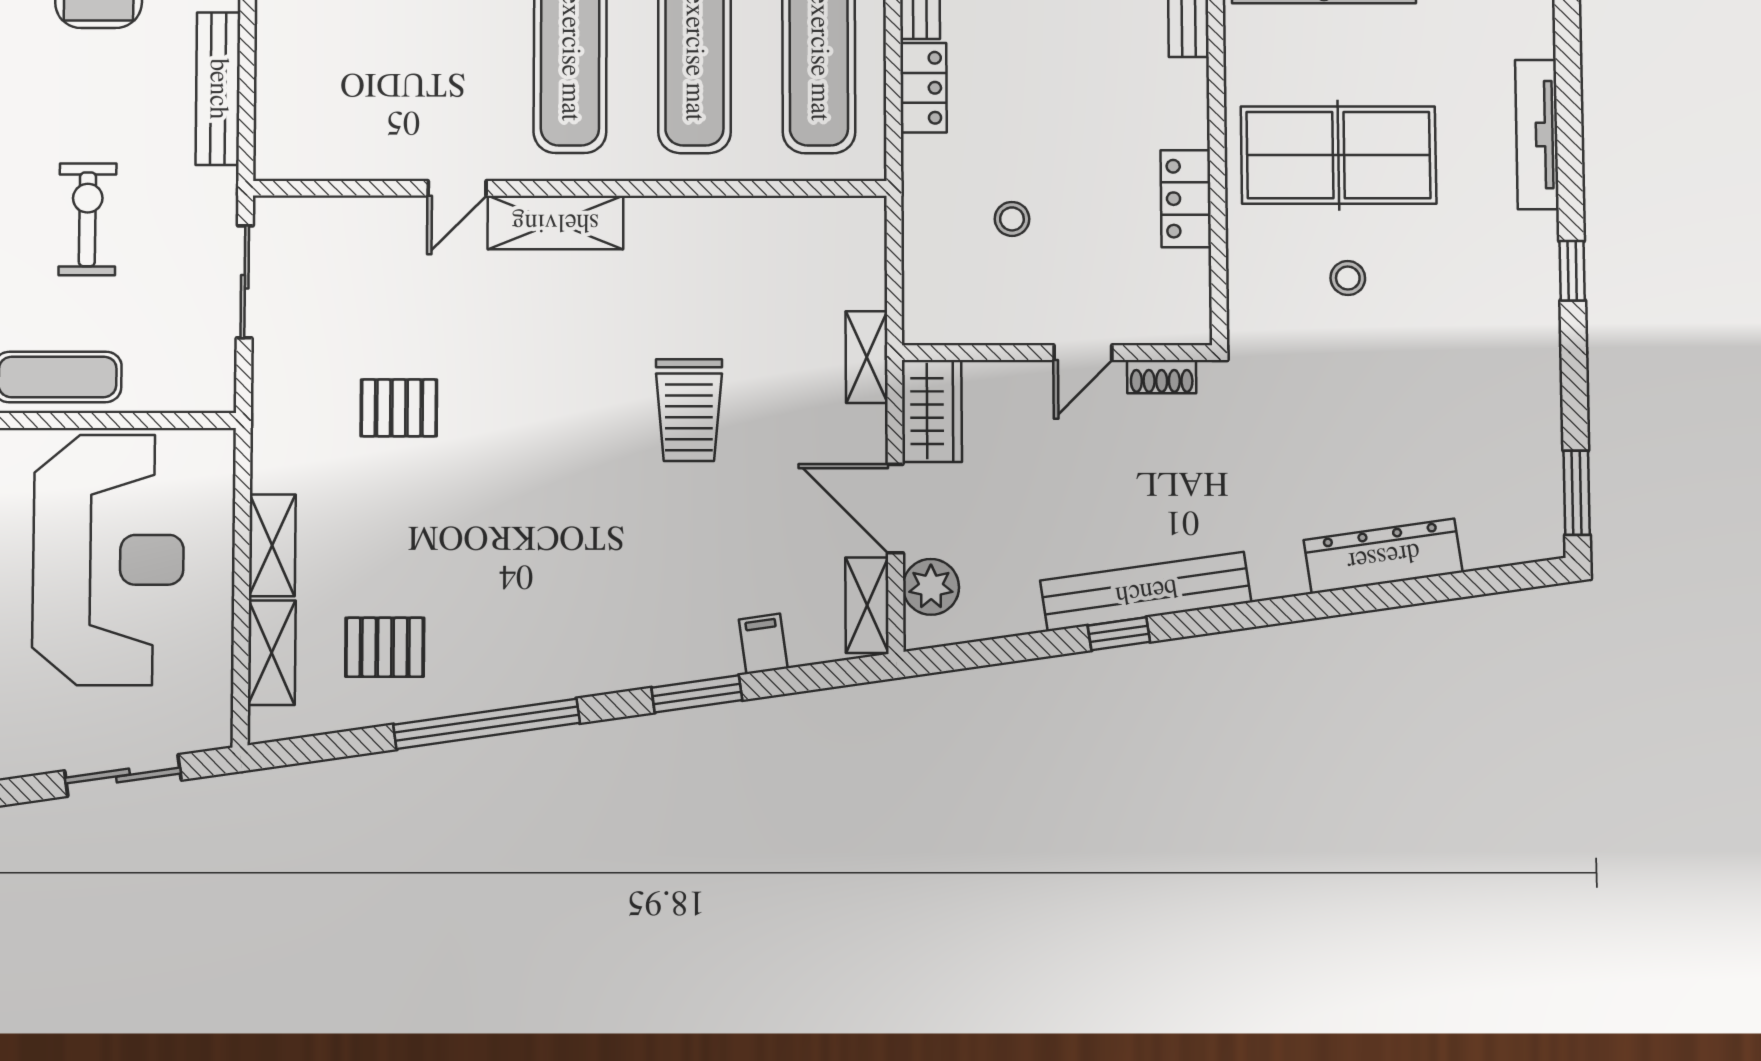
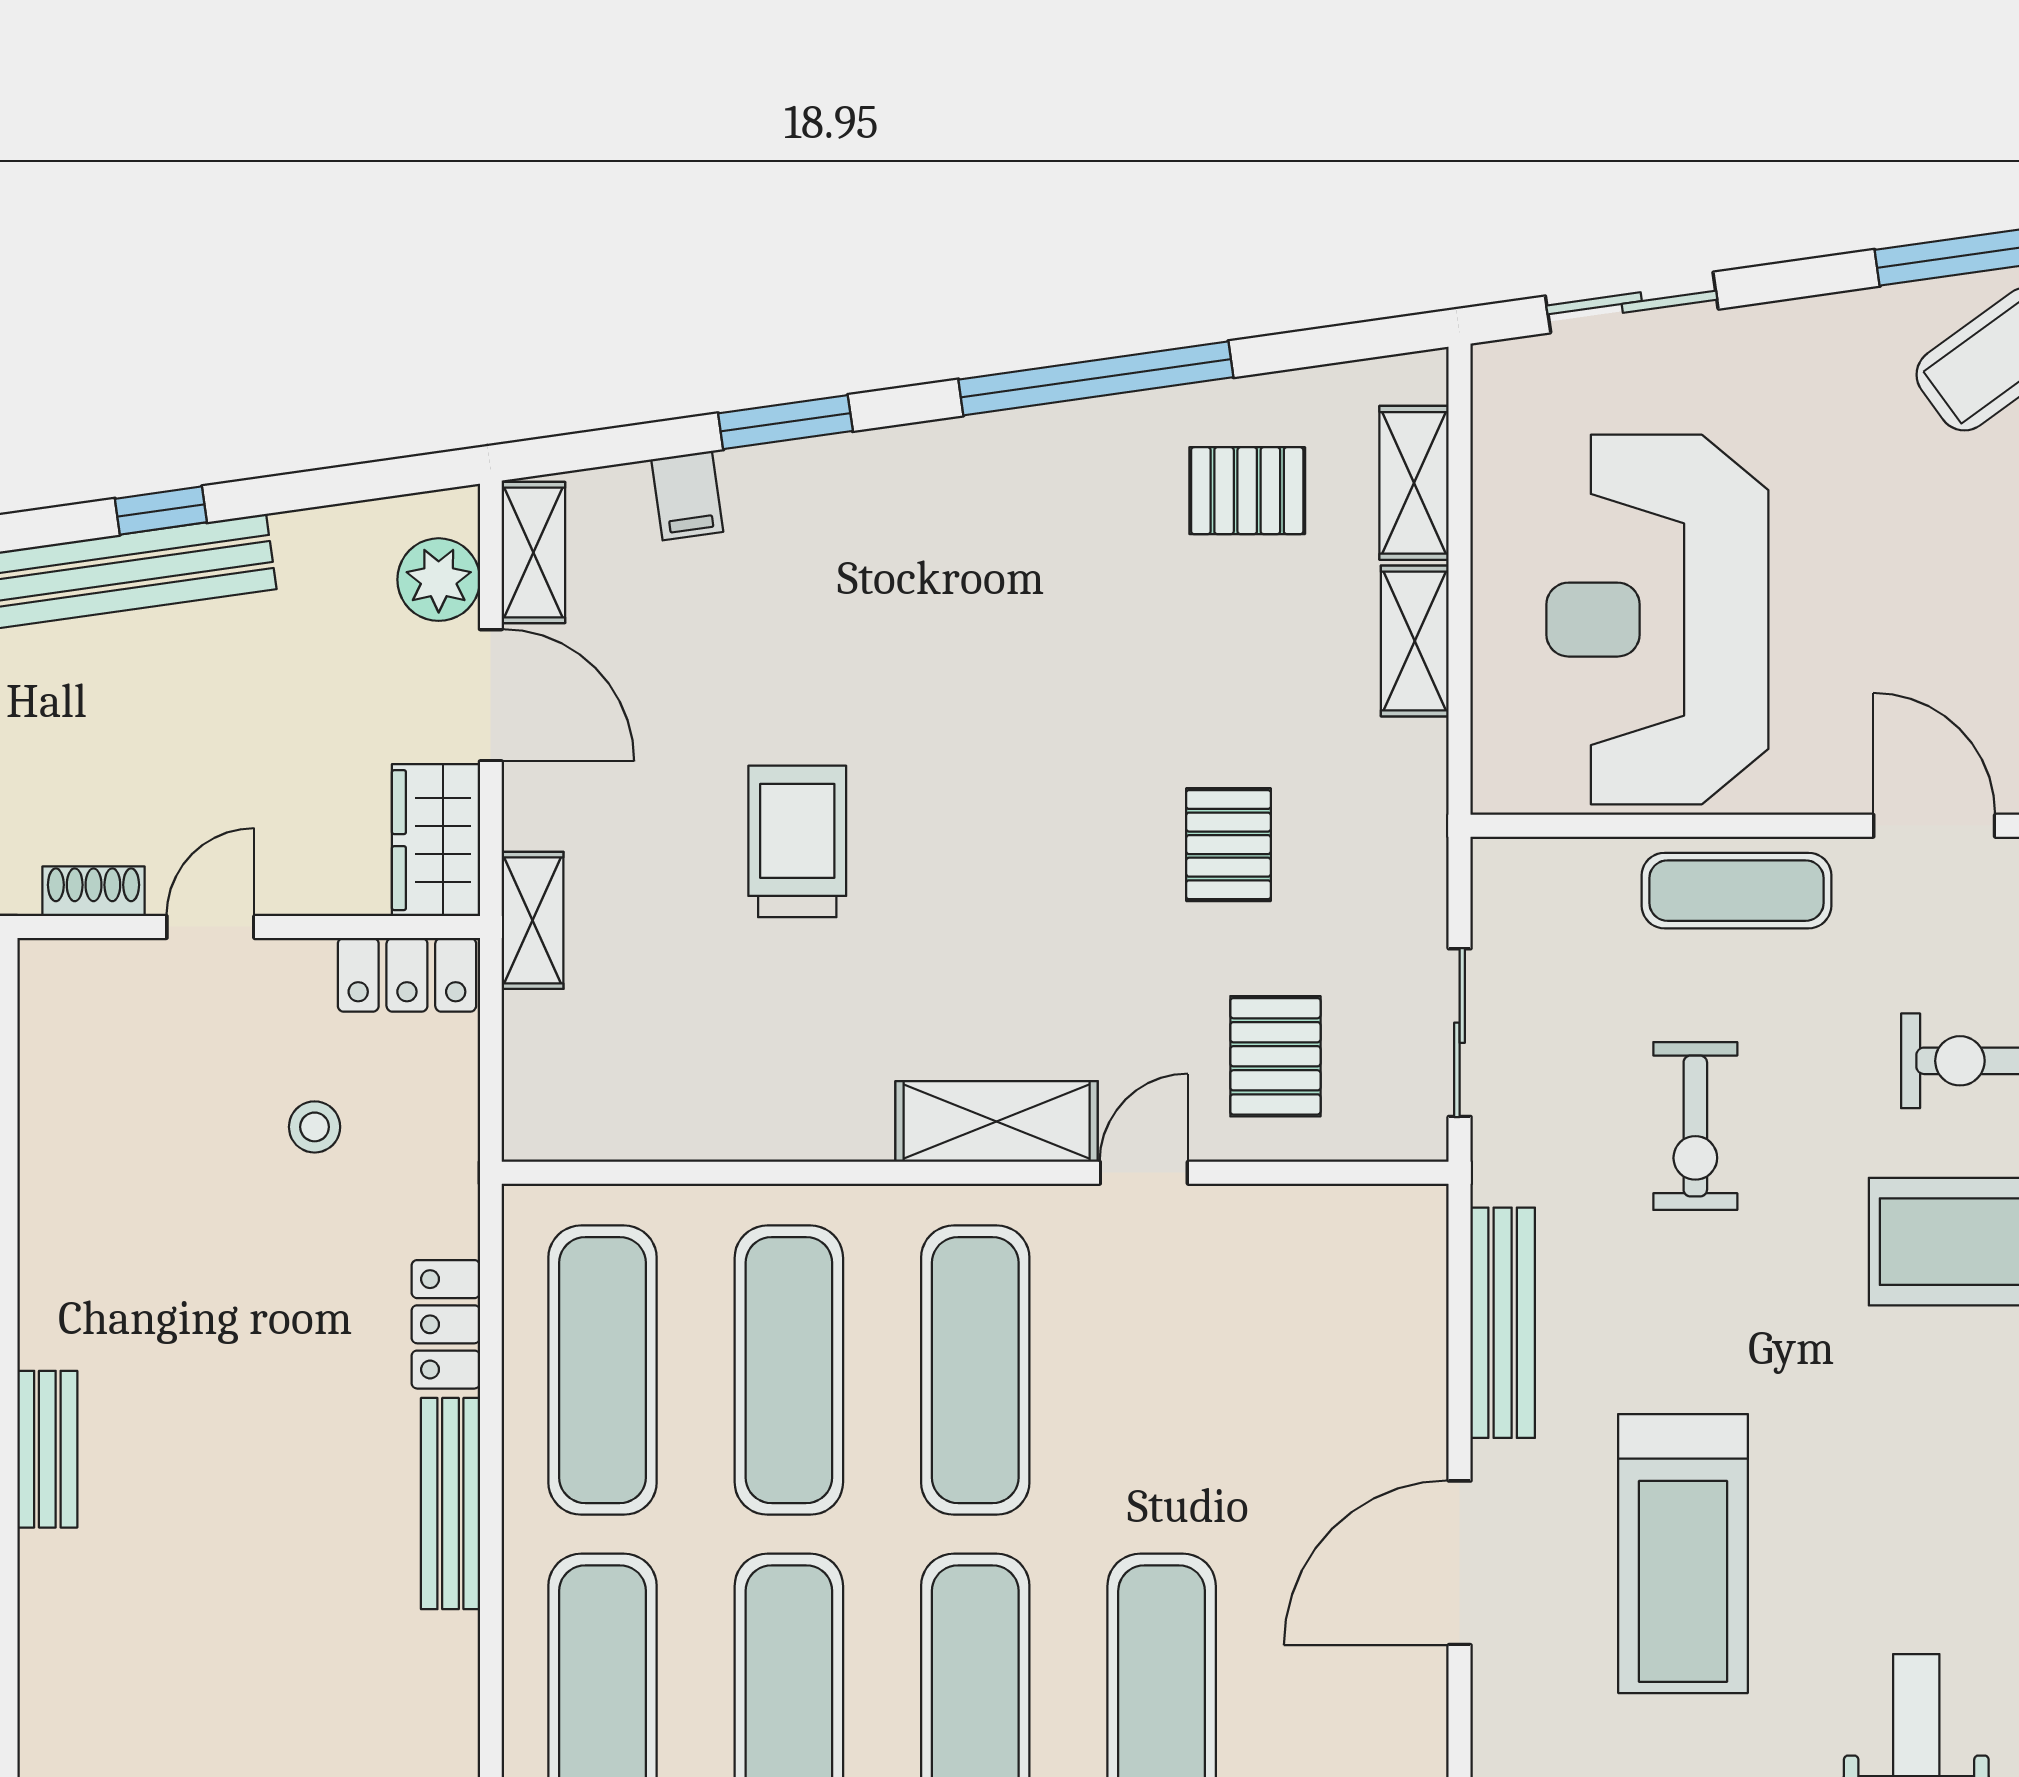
locker: (1186, 199) -> (407, 975), moved, turned 90
pallet: (368, 266) -> (1275, 1056), added
pallet: (399, 408) -> (1228, 845), turned 90

